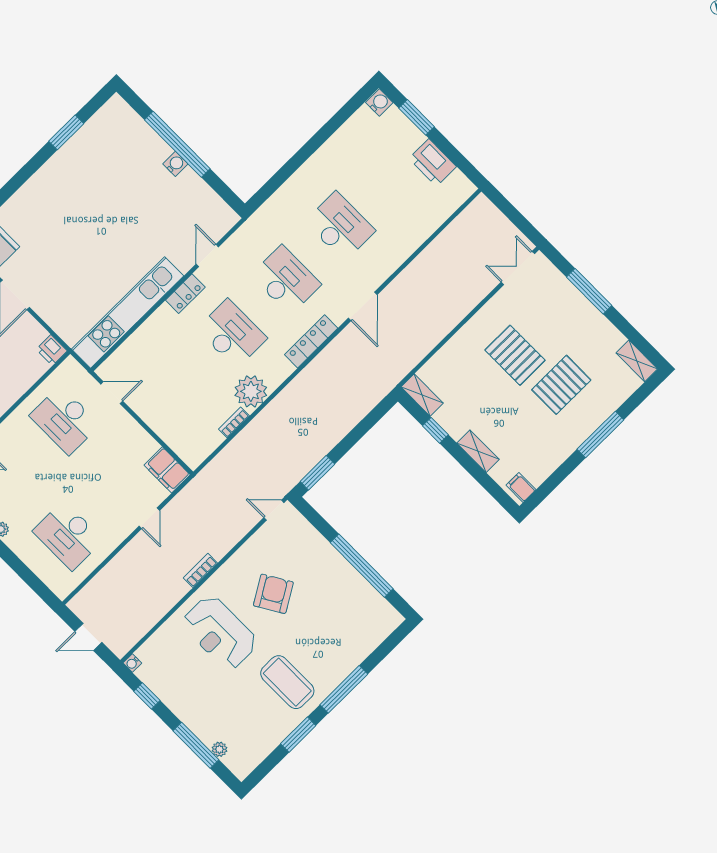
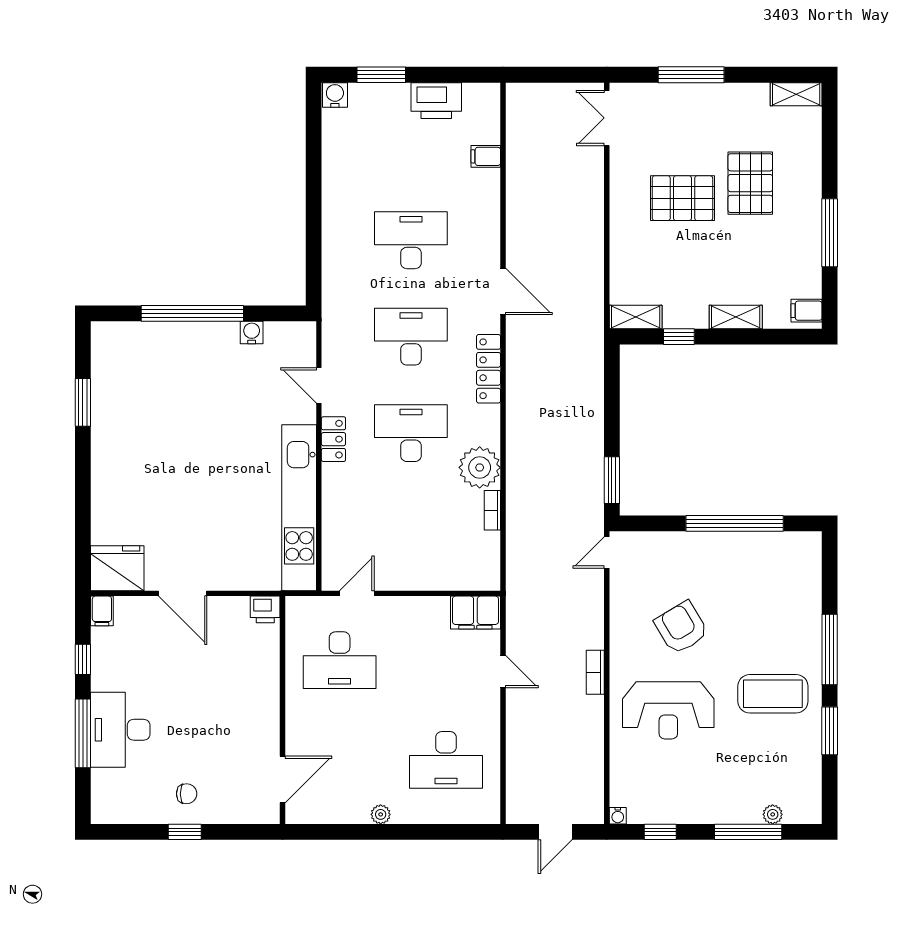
water cooler: (175, 164) -> (252, 332), moved
filing cabinet: (429, 221) -> (486, 156), added
window: (600, 434) -> (830, 233), moved

